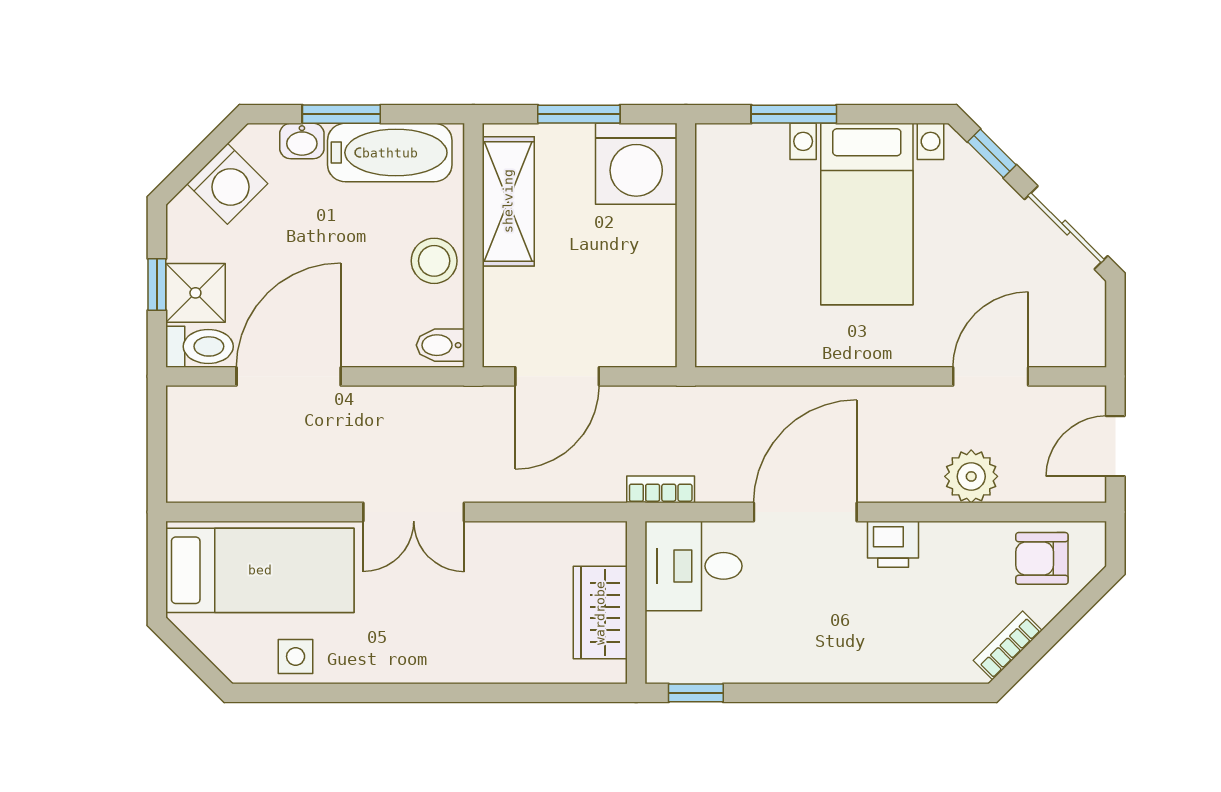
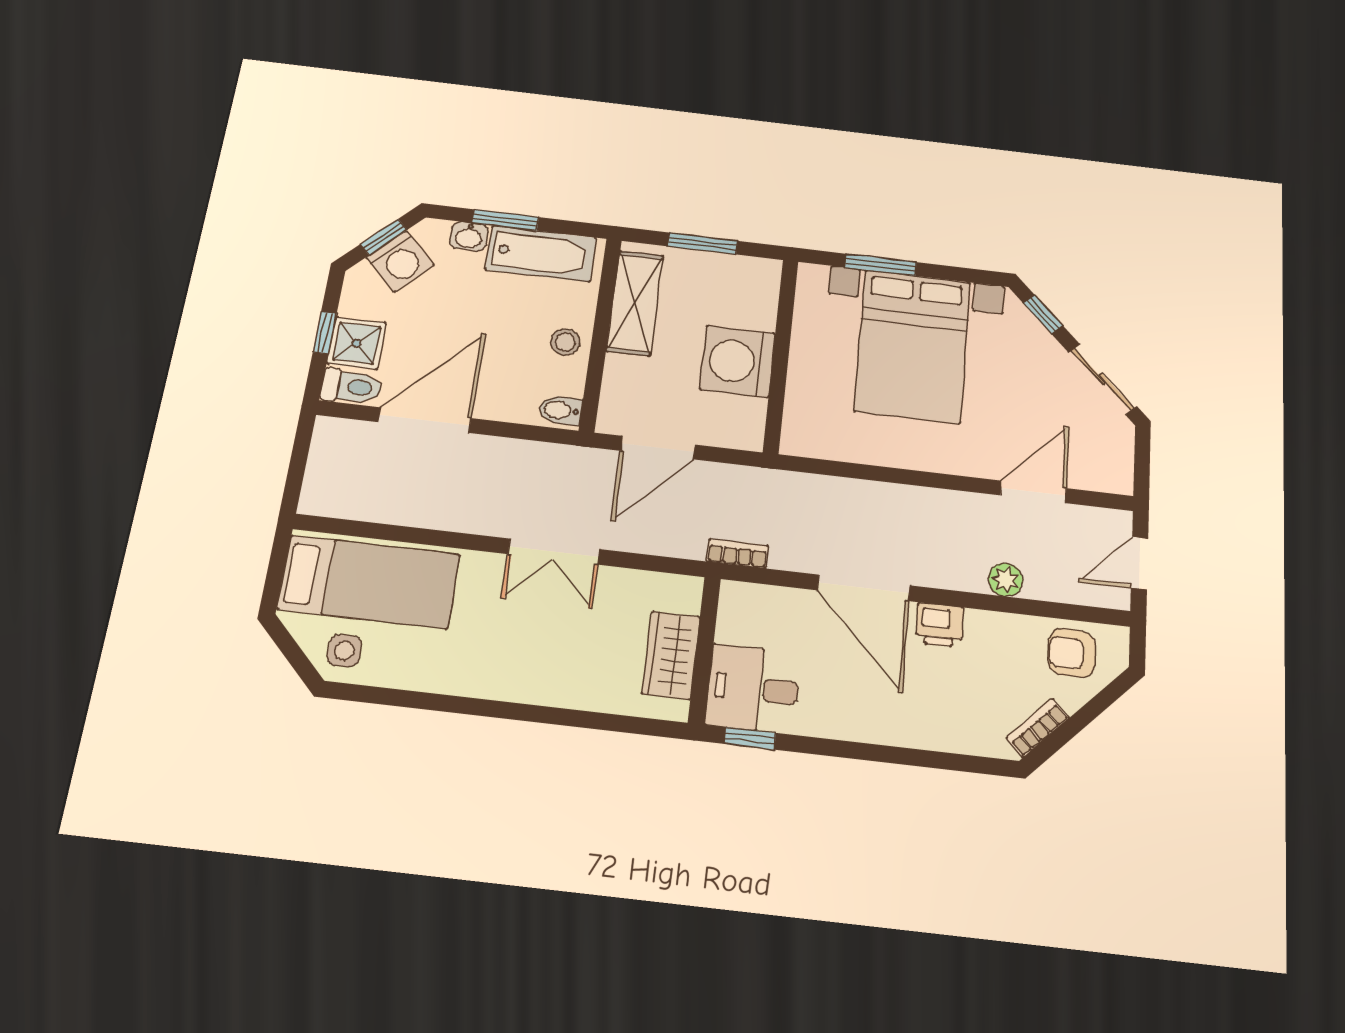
window: (203, 155) -> (384, 237), added
washing machine: (636, 164) -> (737, 361), moved, turned 90
bed with nightstands: (867, 214) -> (912, 346), width x1.36
stool: (434, 261) -> (565, 342), width x0.73, depth x0.73
plant: (971, 476) -> (1006, 580), width x0.73, depth x0.73
double door: (414, 512) -> (554, 552), moved
door: (805, 512) -> (864, 588), swing flipped
desk: (694, 566) -> (753, 689), moved
side table: (296, 656) -> (344, 651), moved

